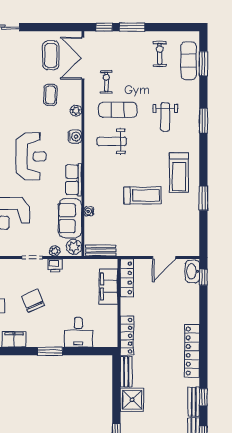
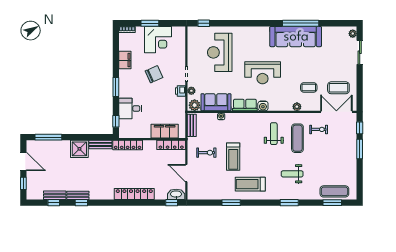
exercise bike: (160, 54) -> (206, 153), moved
water cooler: (75, 137) -> (263, 106), moved
window: (95, 351) -> (116, 121), added
locker: (192, 351) -> (134, 194), moved

